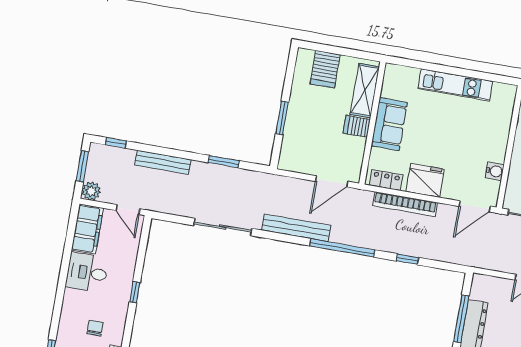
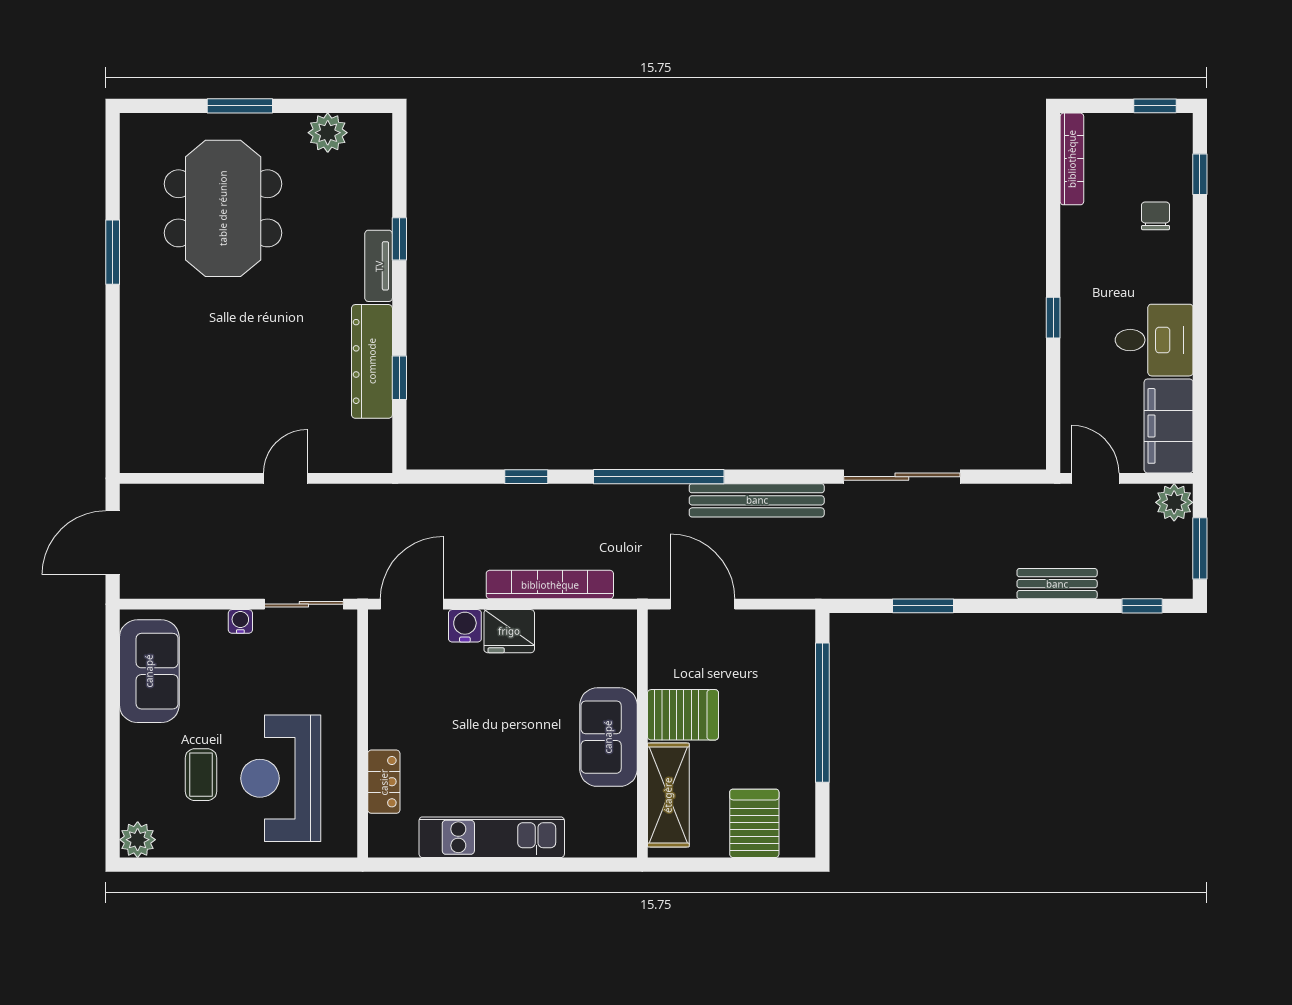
window: (282, 118) -> (822, 713), width x2.11
server rack: (357, 126) -> (683, 715), width x1.36, depth x1.44
bench: (163, 162) -> (1057, 584), width x0.73
water cooler: (495, 171) -> (465, 626), moved, turned 90
locker: (386, 180) -> (384, 782), moved, turned -90
fridge: (425, 180) -> (509, 631), width x0.73, depth x0.75
door: (332, 181) -> (703, 604), hinge flipped
window: (461, 319) -> (399, 378), width x0.46
chair: (95, 328) -> (1156, 216), moved, turned 180

